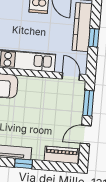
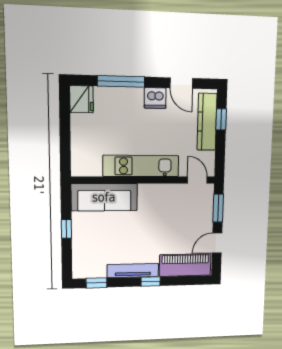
window: (94, 38) -> (221, 119), moved
piano: (61, 155) -> (185, 265), width x1.37, depth x1.33

